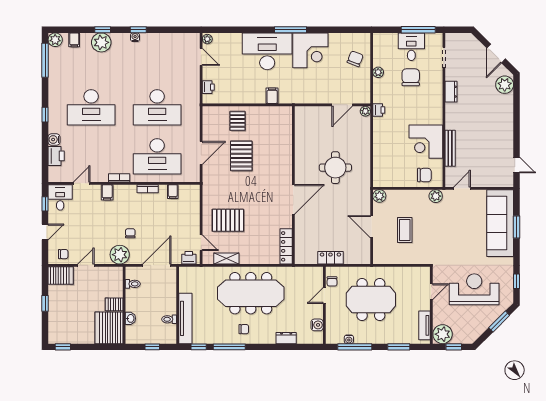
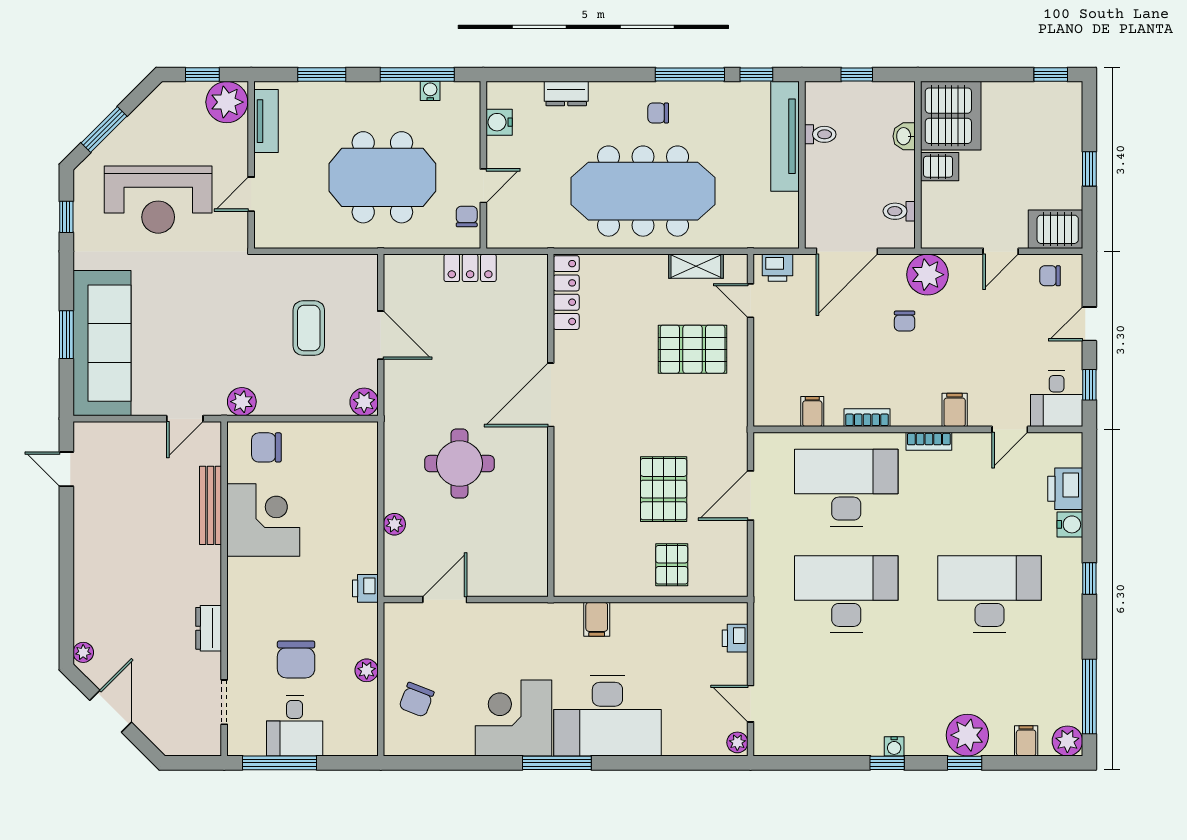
plant: (505, 85) -> (83, 652), width x0.53, depth x0.53
plant: (365, 111) -> (394, 524), moved

